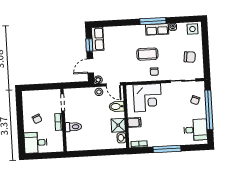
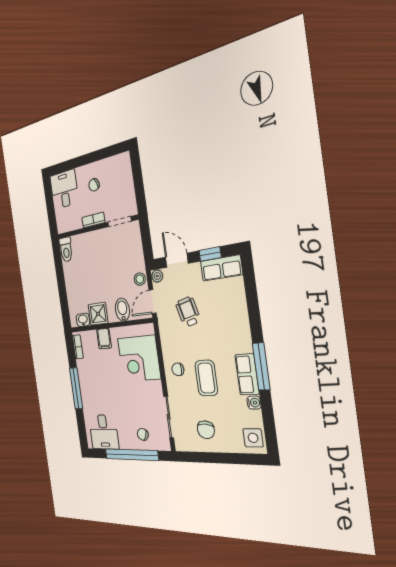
coffee table: (147, 54) -> (206, 378), moved
wheelchair: (121, 62) -> (188, 312), added
toilet: (73, 127) -> (66, 250), moved

